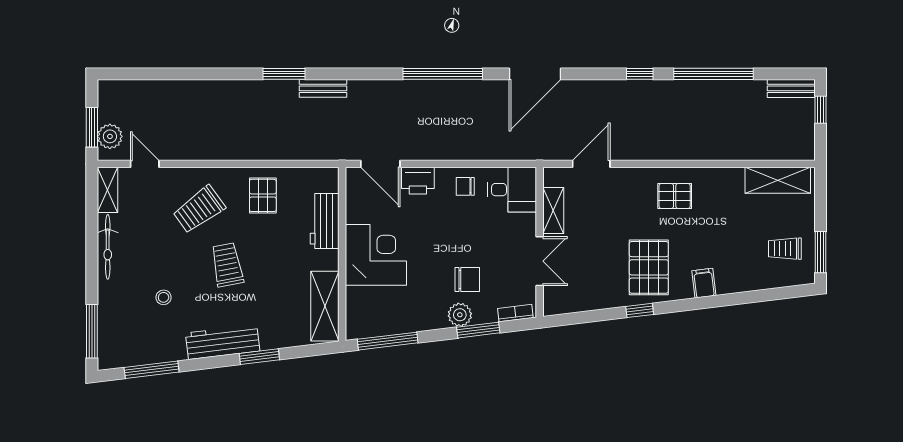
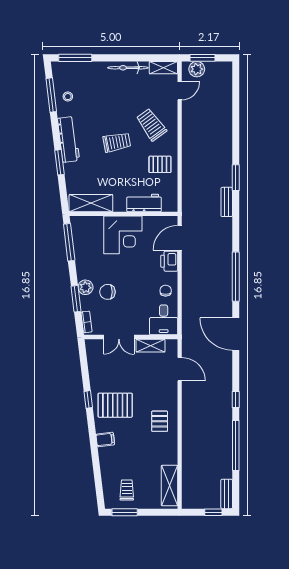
chair: (467, 280) -> (107, 292), turned 90
stool: (164, 297) -> (68, 97), moved

